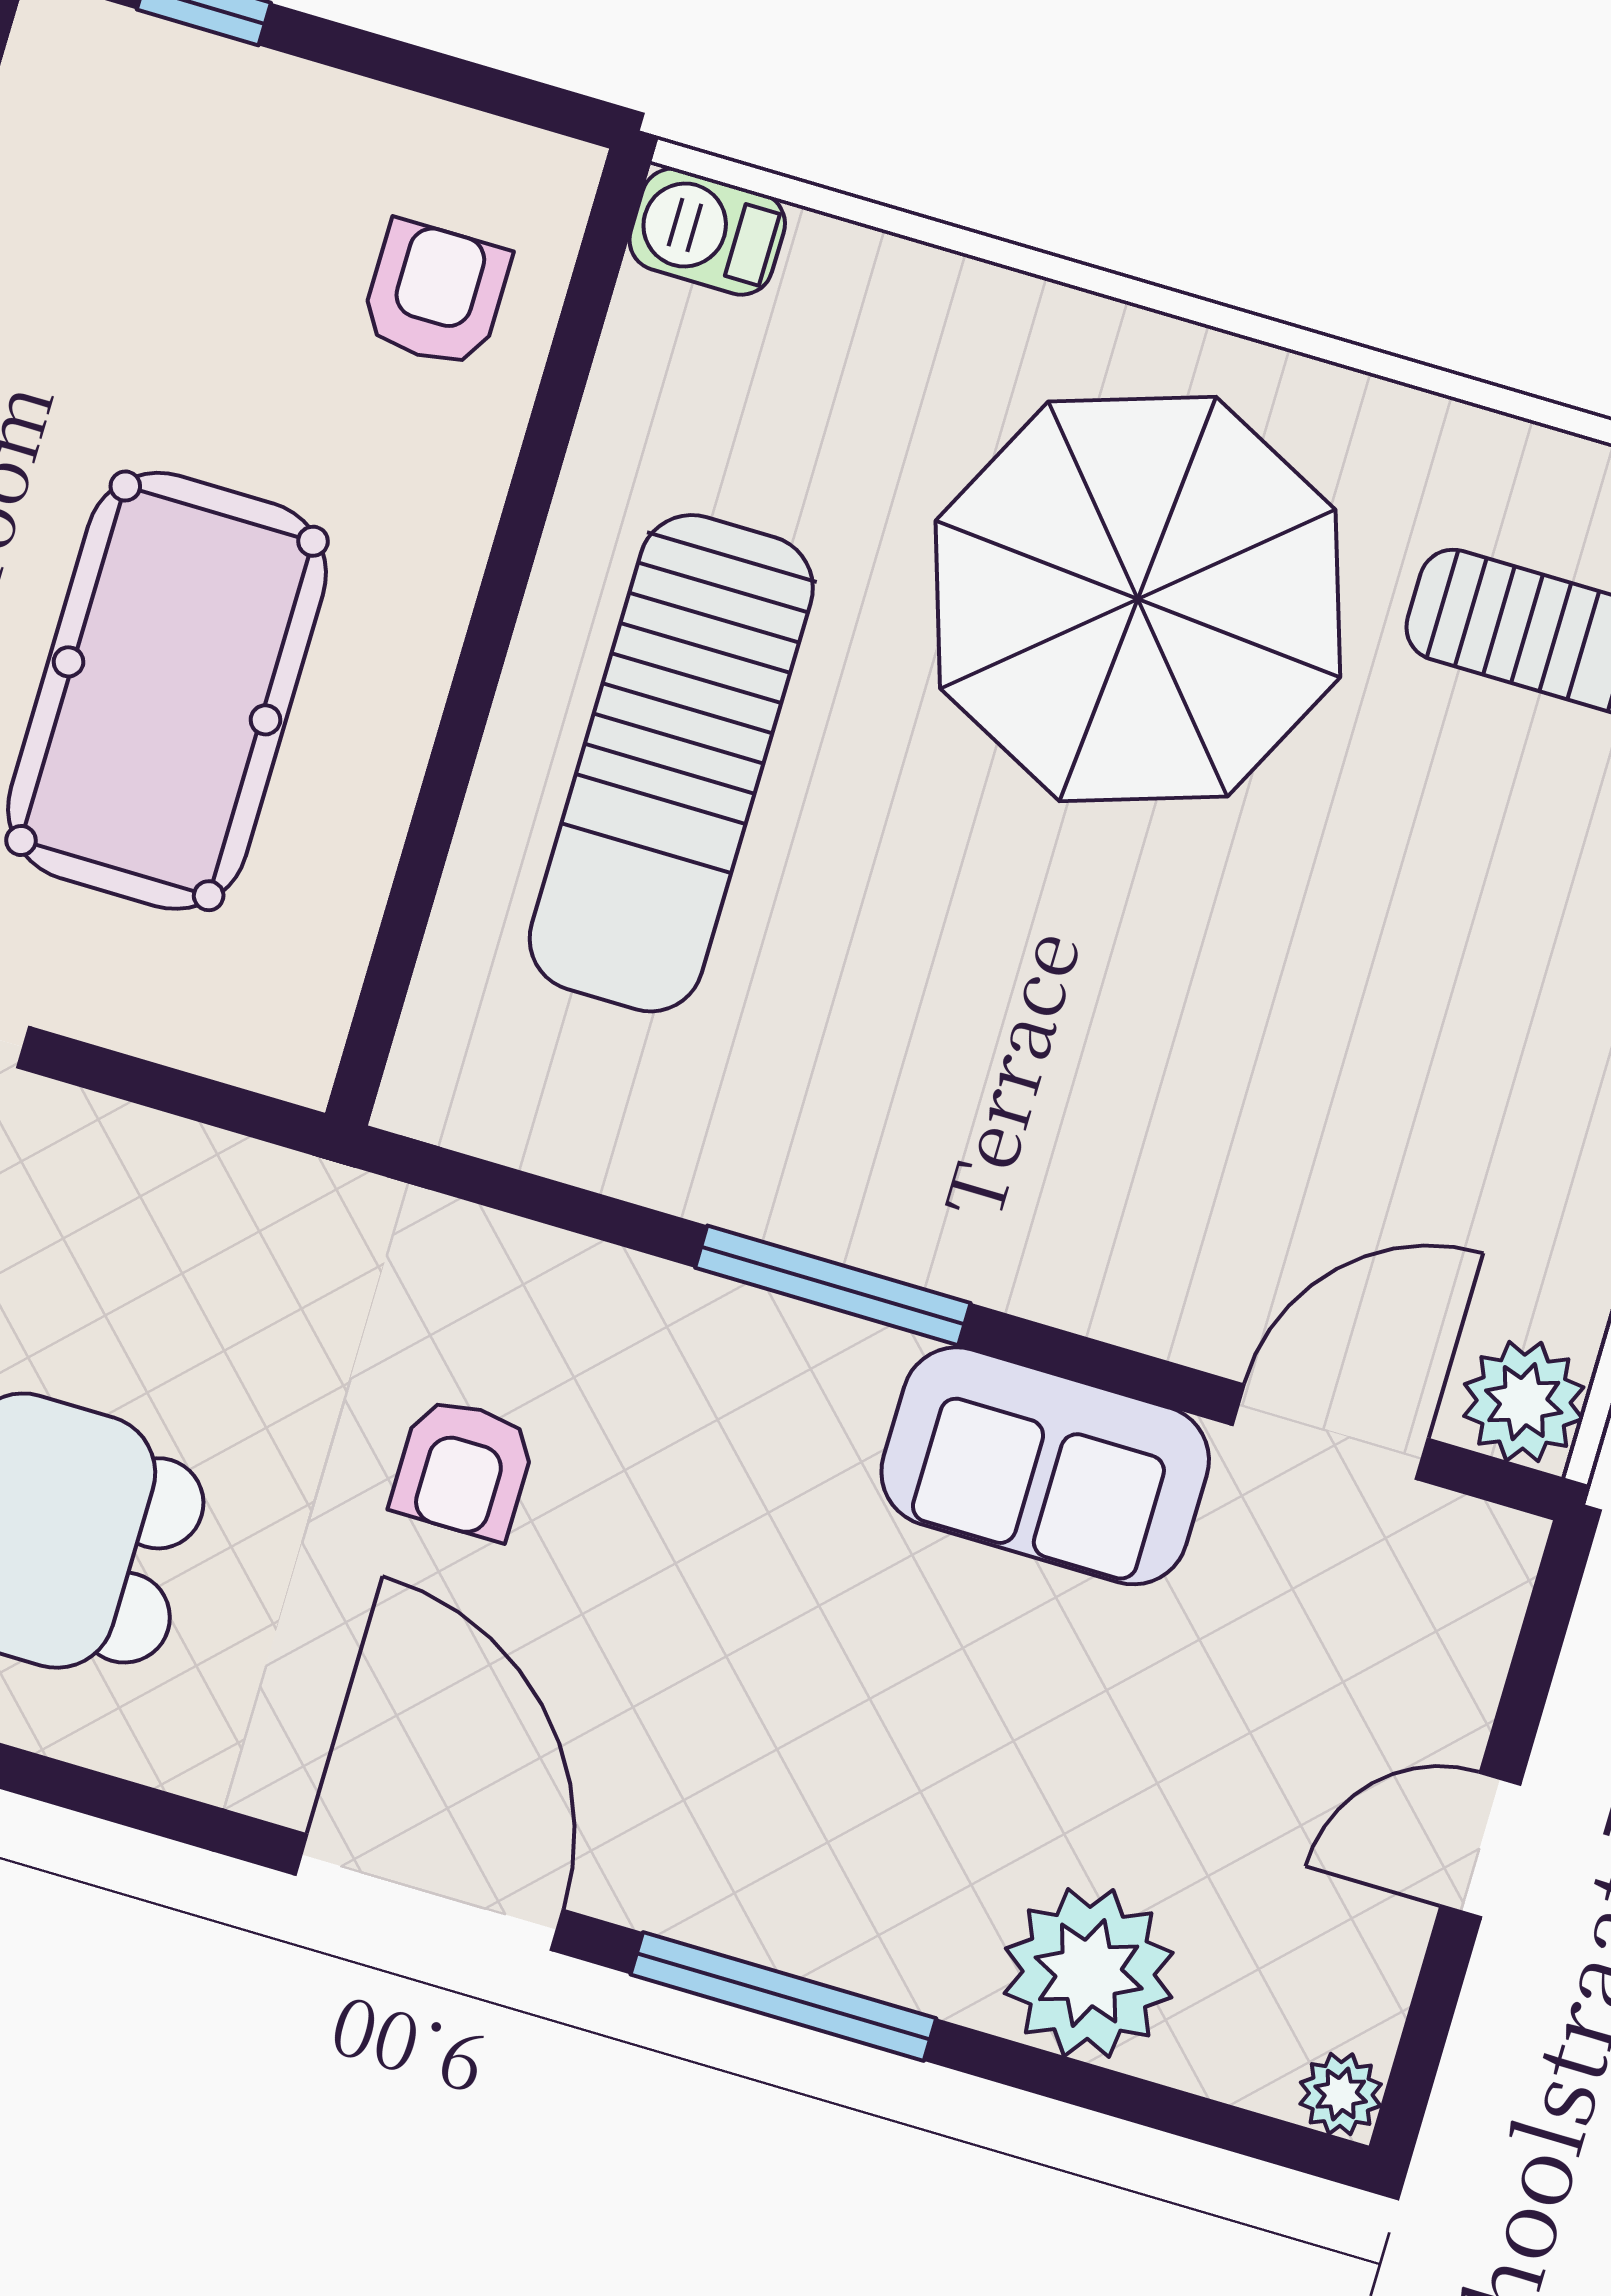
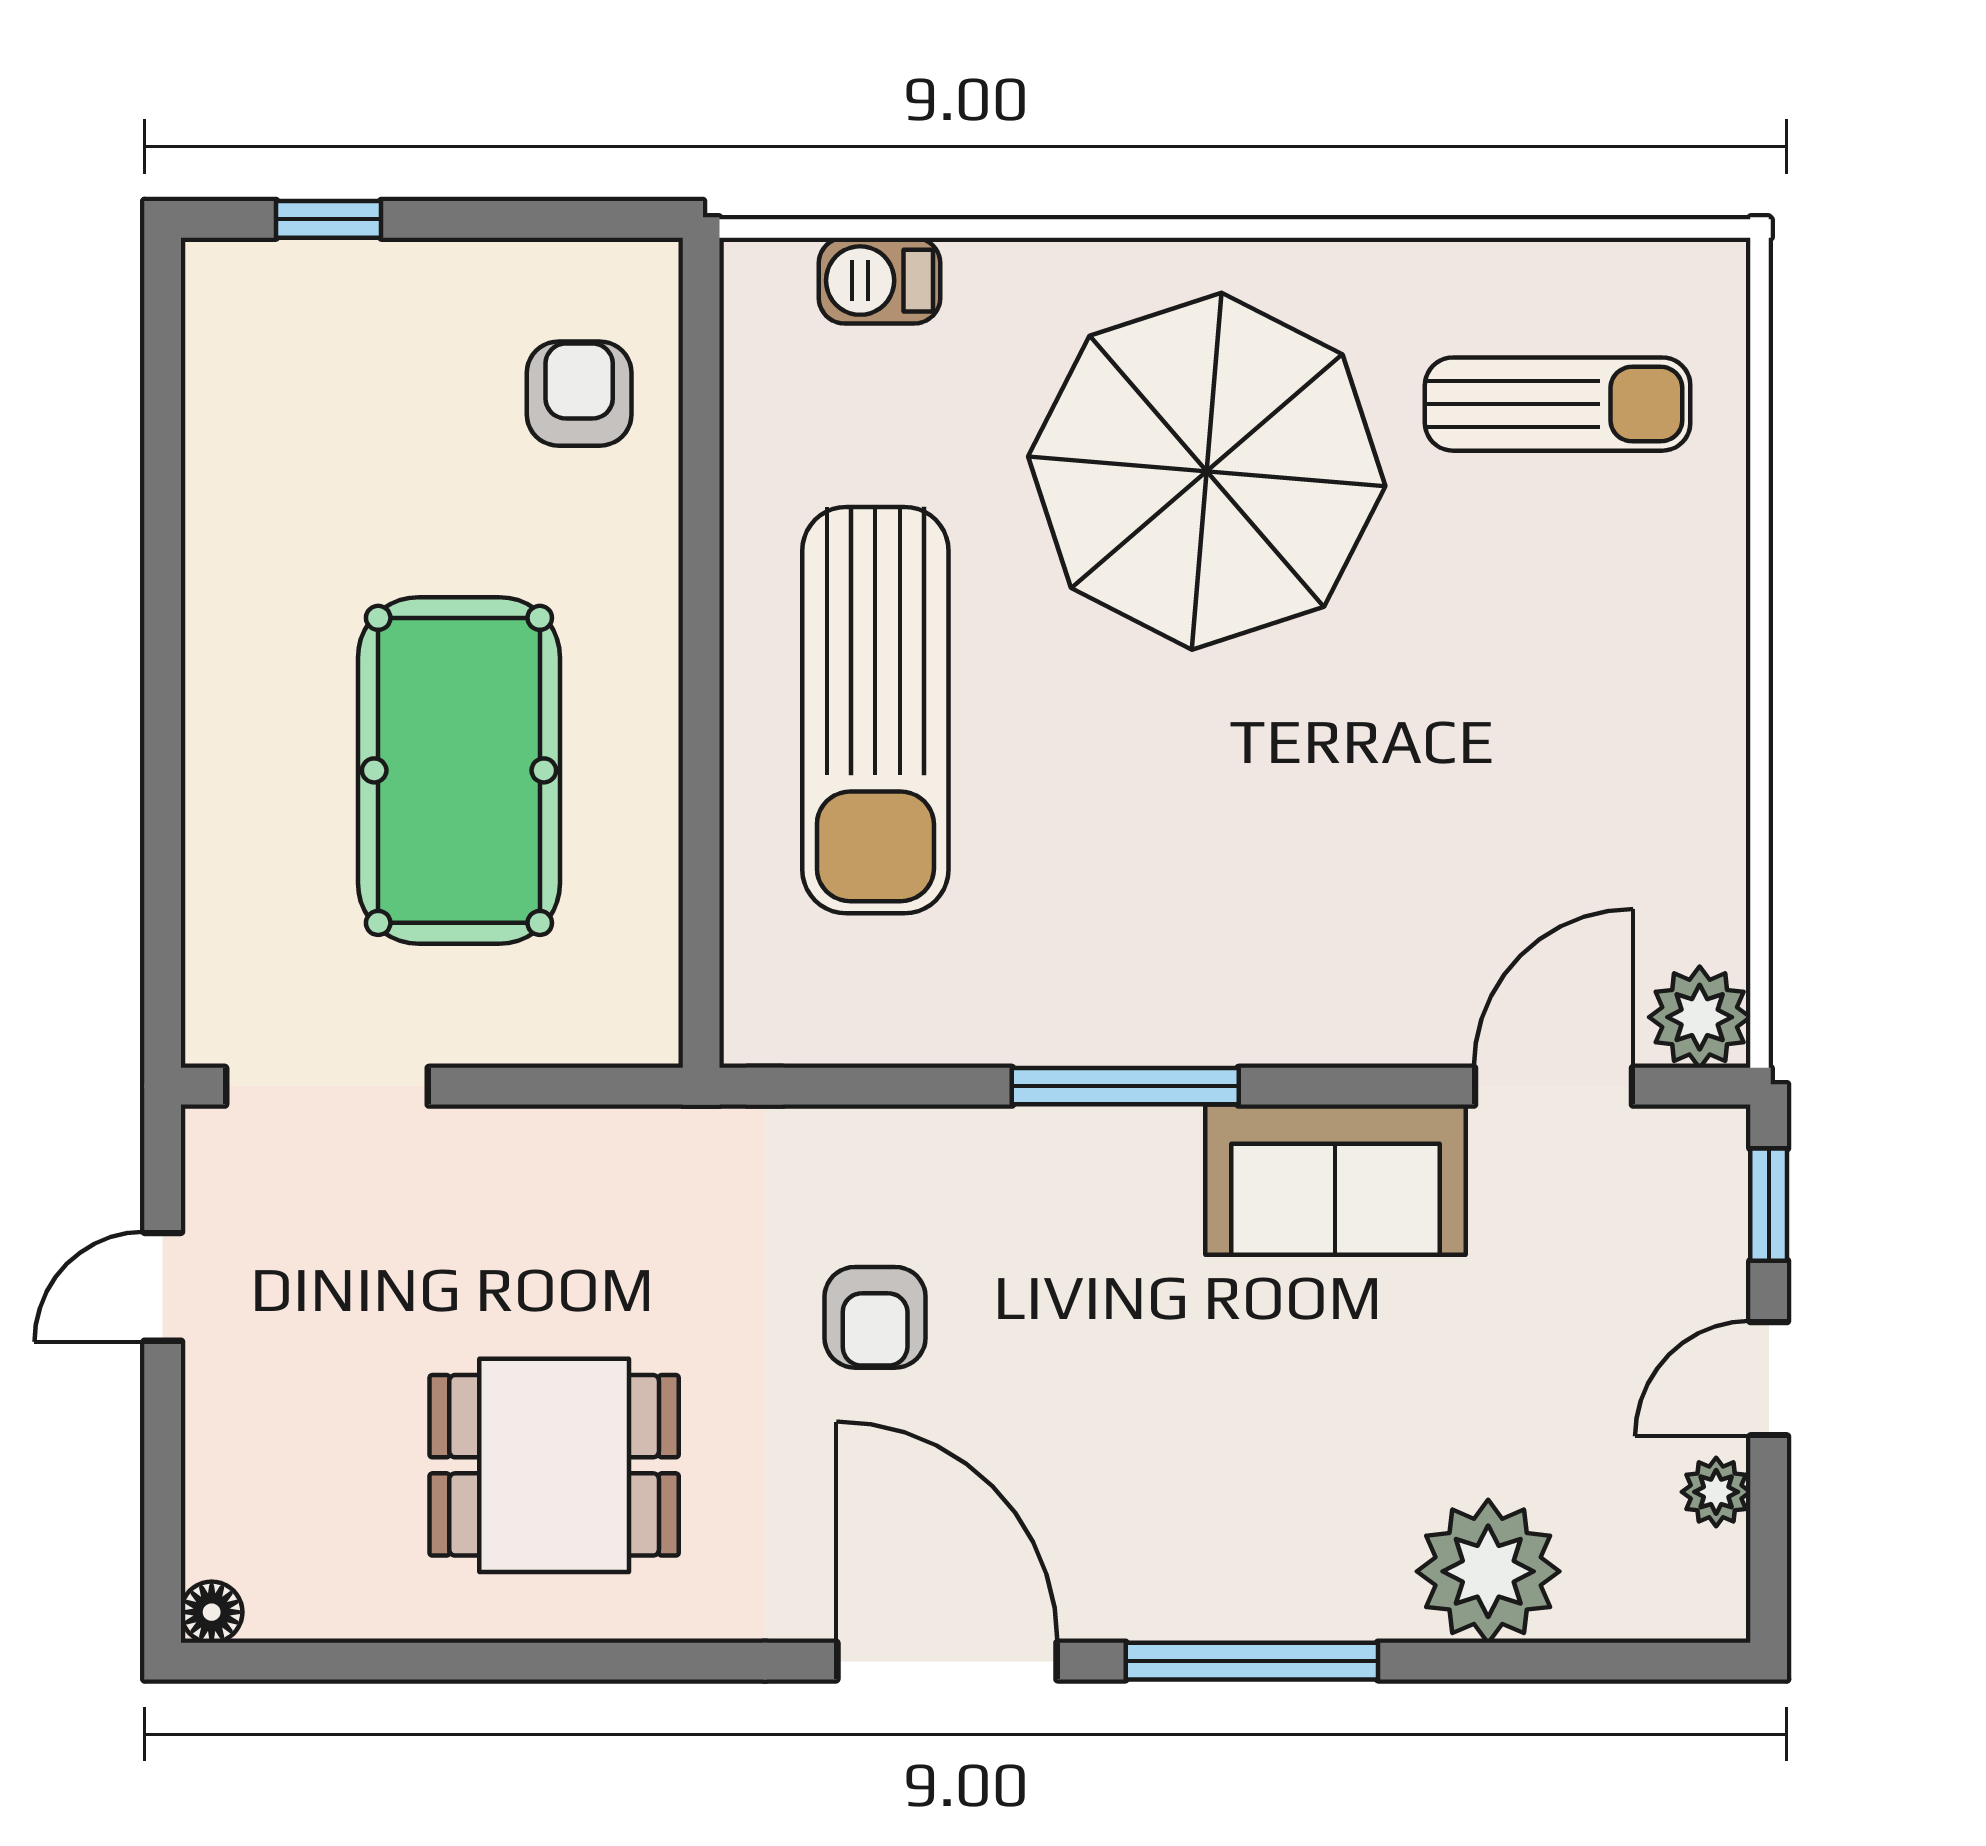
barbecue: (707, 232) -> (879, 281), moved
window: (1540, 1643) -> (1769, 1205), added
plant: (1341, 2094) -> (1716, 1492), moved

